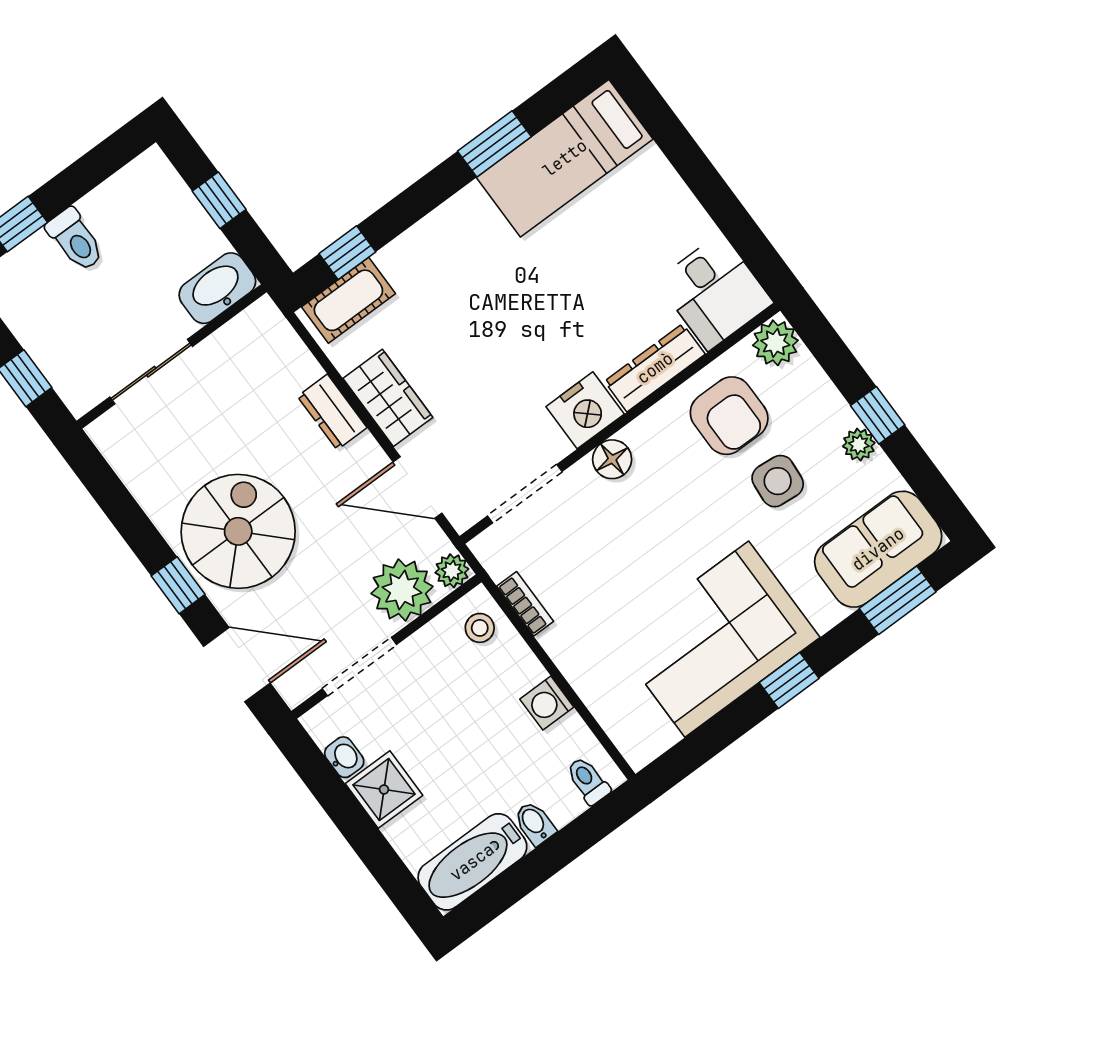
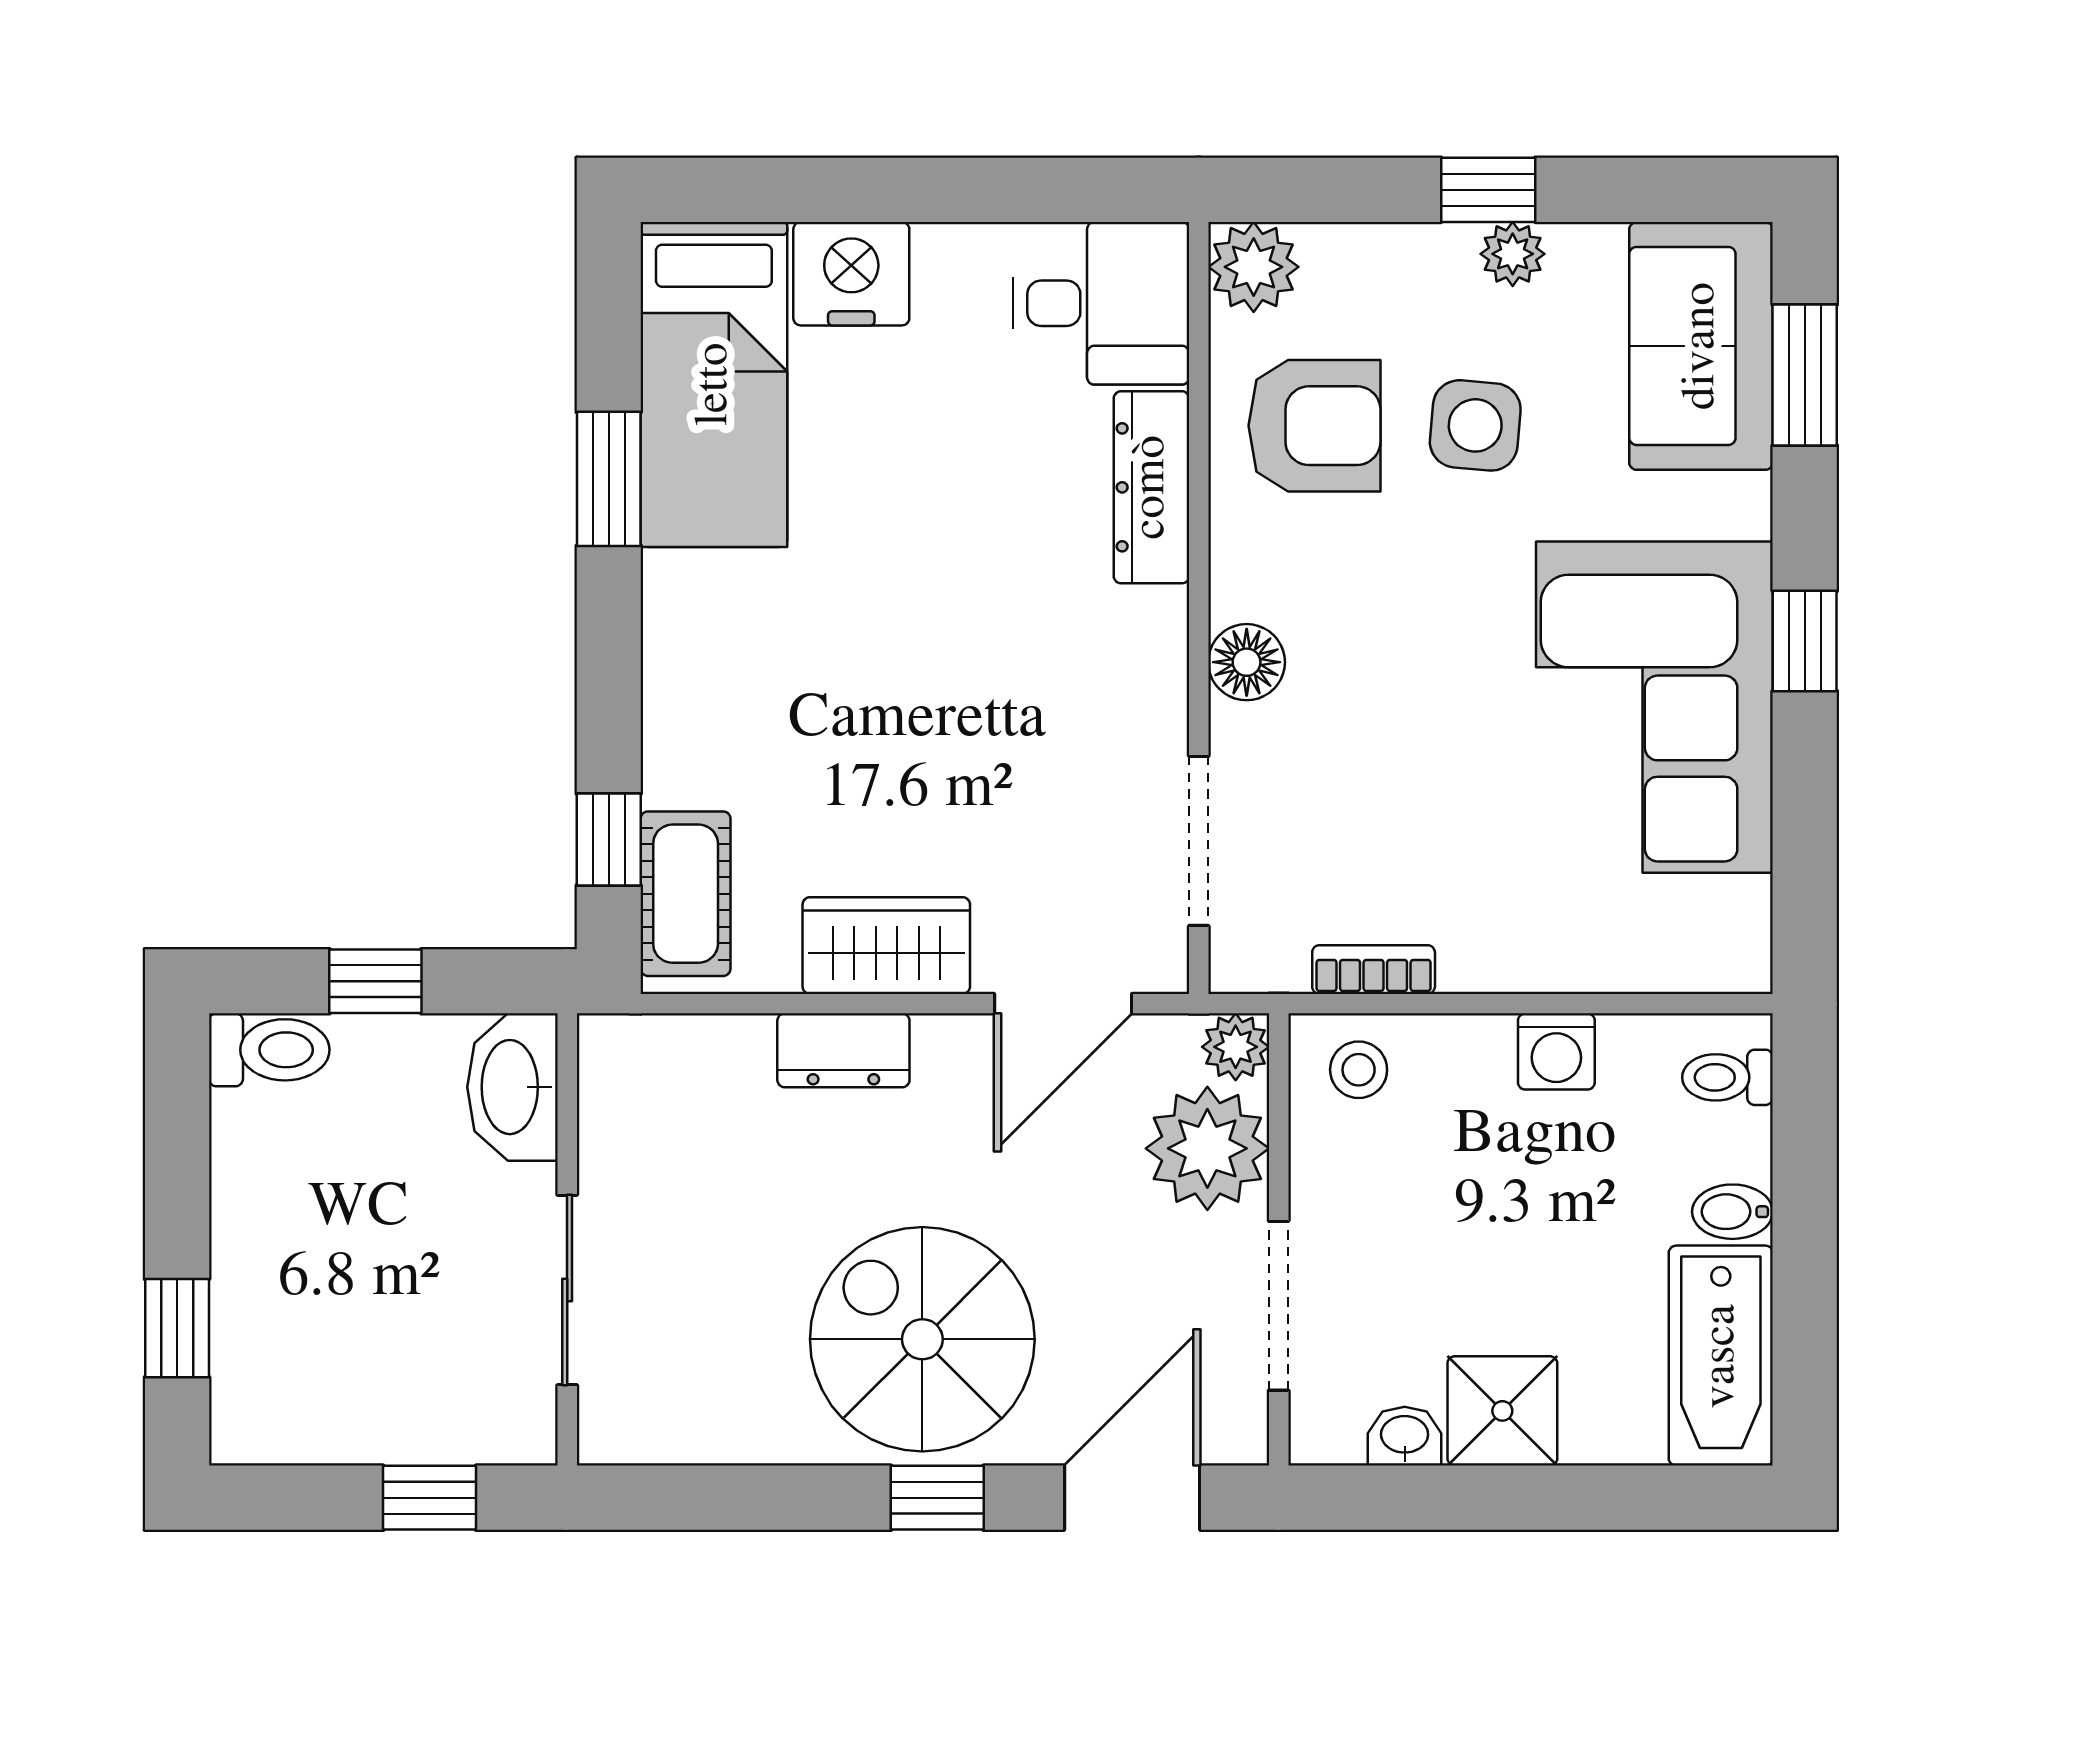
toilet: (75, 240) -> (269, 1050), moved
nightstand: (585, 410) -> (851, 274), moved, turned -90

